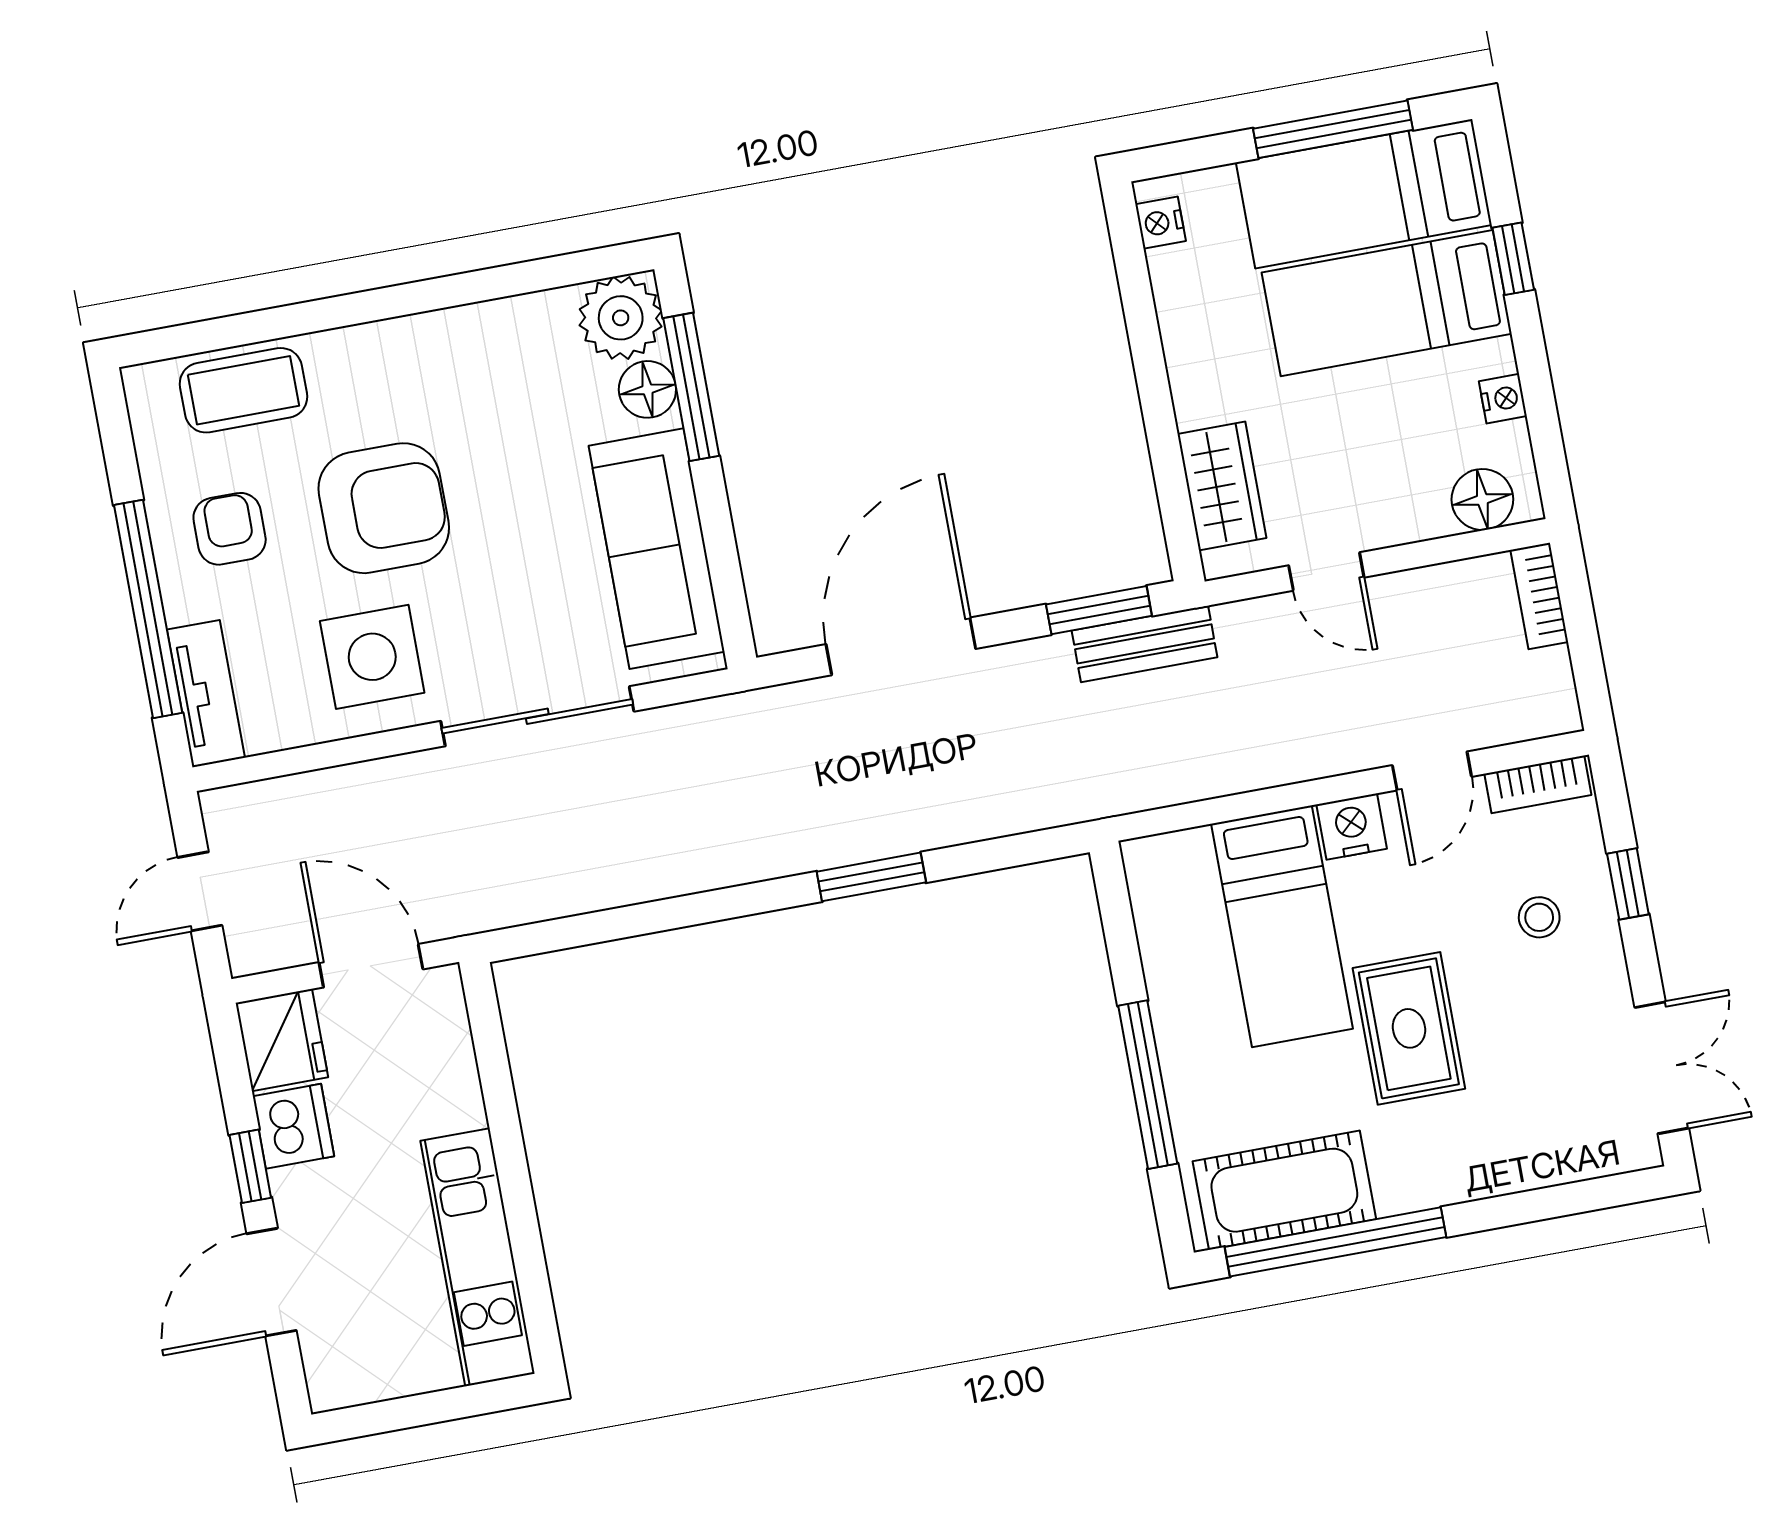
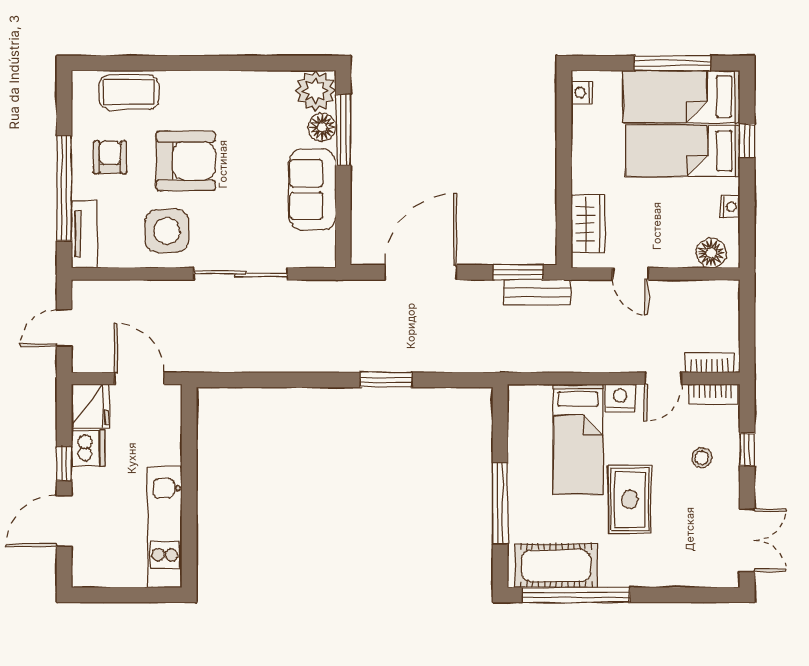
sofa: (657, 549) -> (312, 190), width x0.73
bookcase: (1539, 596) -> (709, 363), moved, turned 90

